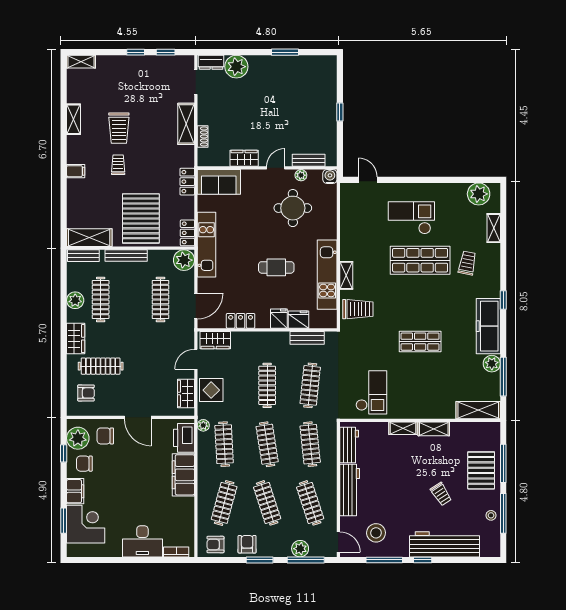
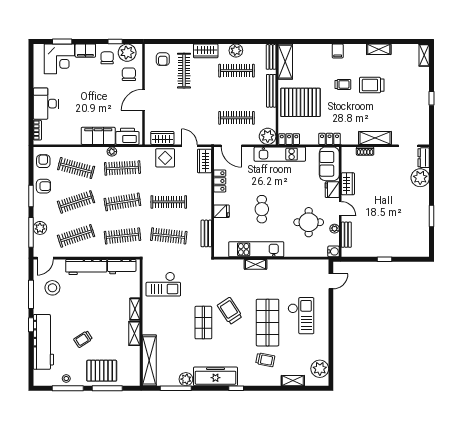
window: (166, 52) -> (432, 122), removed
trolley: (358, 309) -> (230, 311), moved, turned 147
fridge: (298, 320) -> (332, 190), moved, turned 180
shelving: (478, 410) -> (149, 360), width x1.47
plant: (203, 425) -> (112, 152), moved

